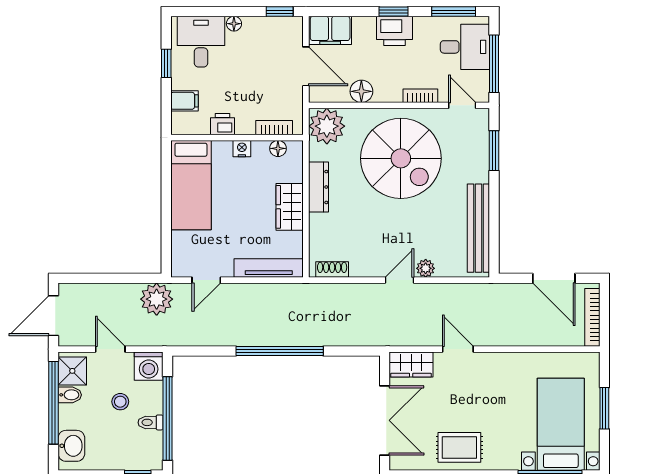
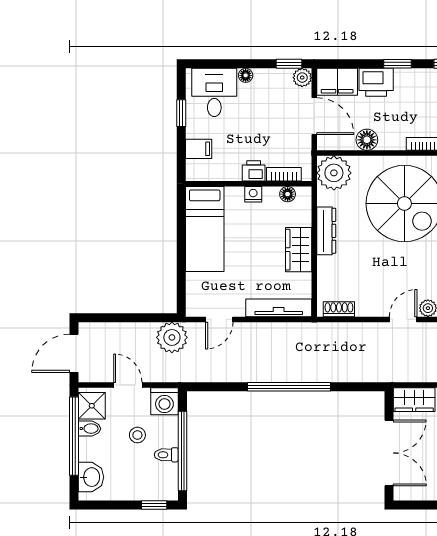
plant: (293, 26) -> (302, 78), added
printer: (394, 31) -> (376, 82), moved
printer: (223, 124) -> (254, 171), moved

